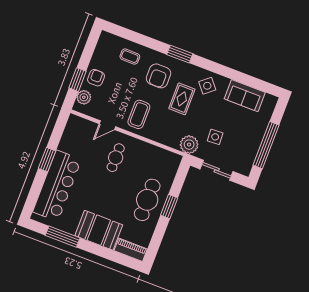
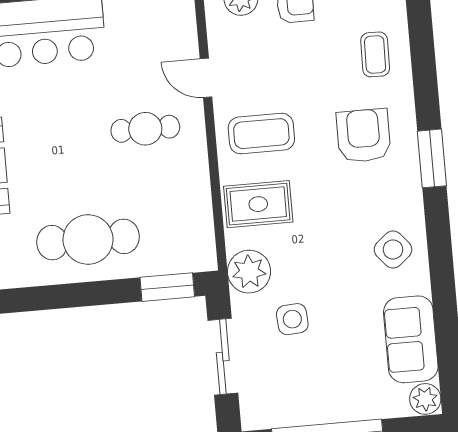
armchair: (159, 76) -> (364, 136), turned 90
rug: (182, 99) -> (258, 204), moved
plant: (270, 101) -> (425, 399), added
window: (169, 207) -> (167, 287), moved

